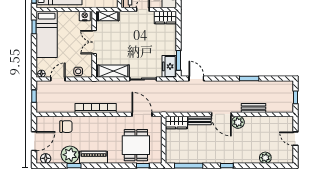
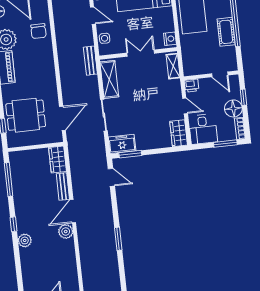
door: (196, 78) -> (111, 177), hinge flipped
bookcase: (96, 108) -> (64, 63), removed
bench: (254, 108) -> (90, 61), moved
plant: (265, 158) -> (25, 240), moved

